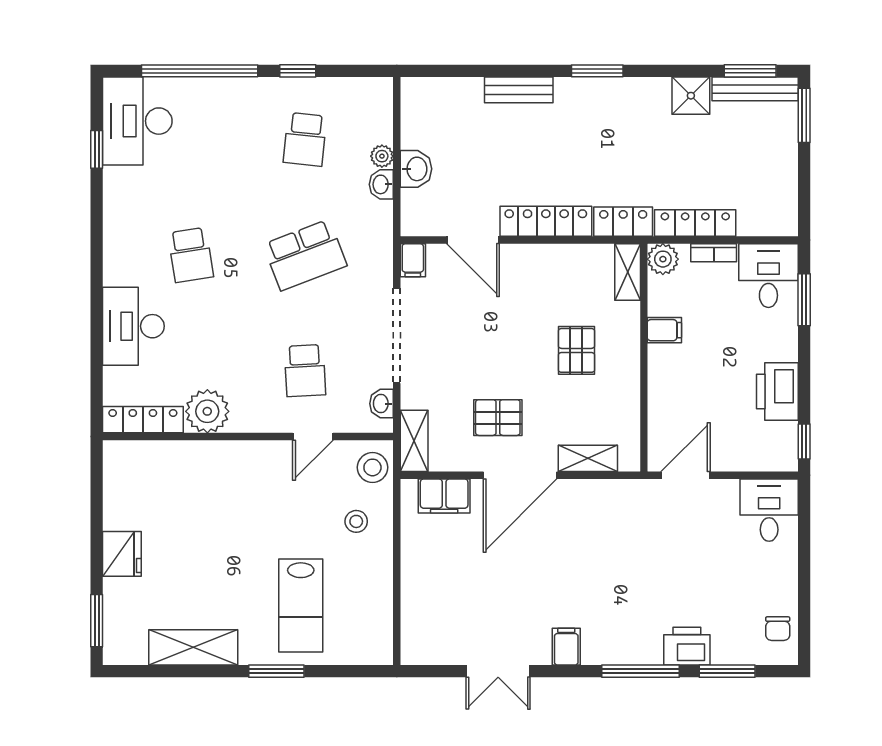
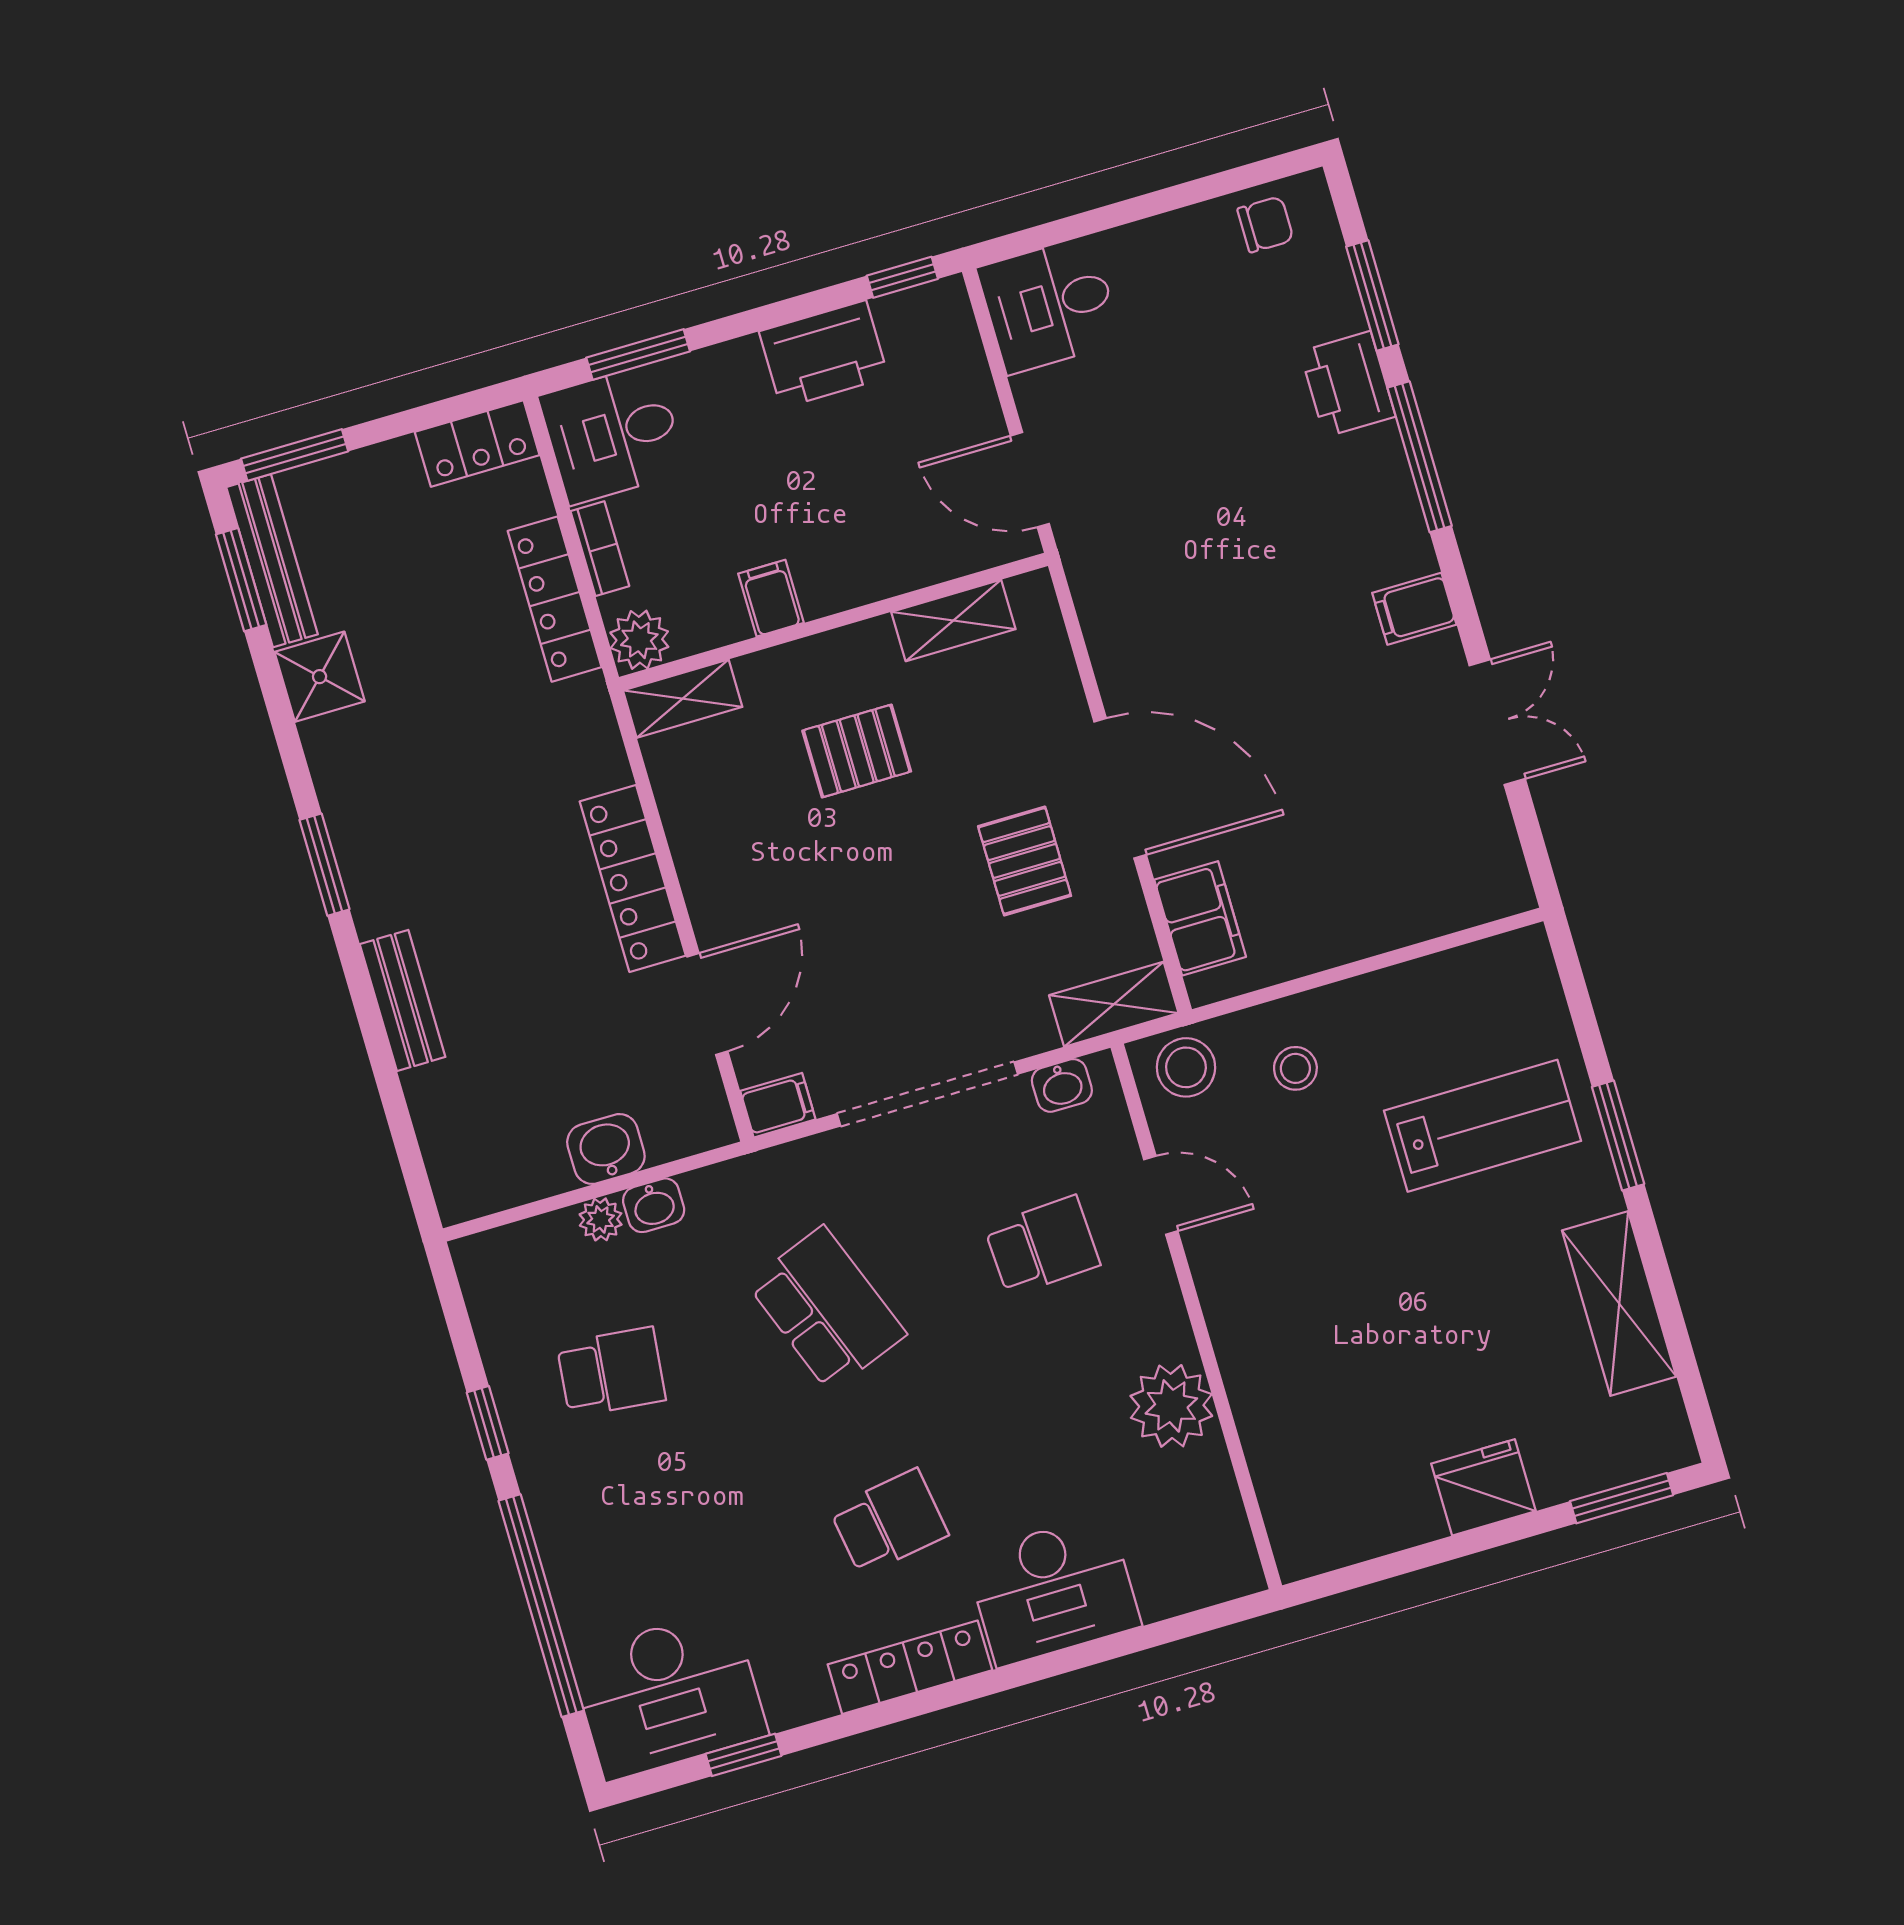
locker: (623, 222) -> (477, 443), moved, turned -90
locker: (143, 420) -> (910, 1667), moved, turned 90
shelving: (588, 458) -> (953, 620), moved, turned 90

